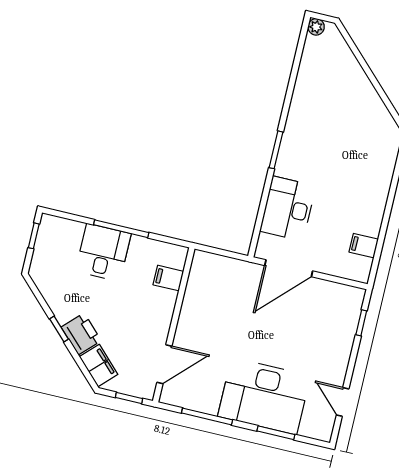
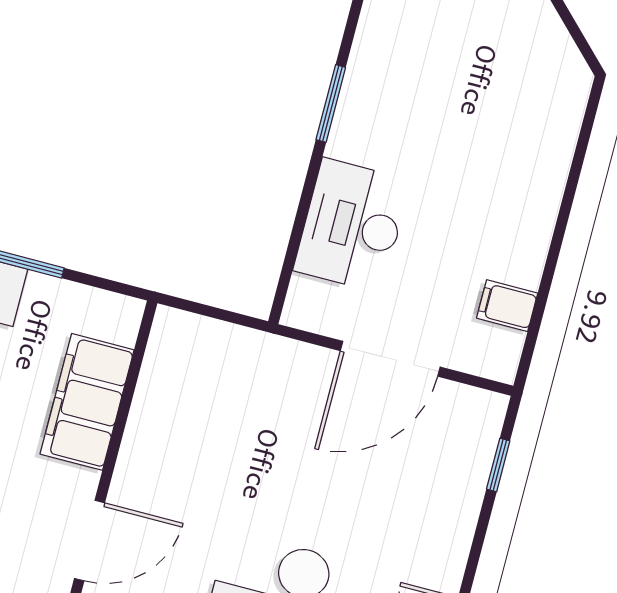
door: (289, 268) -> (390, 359), moved
filing cabinet: (168, 278) -> (87, 402), width x3.00, depth x1.17

